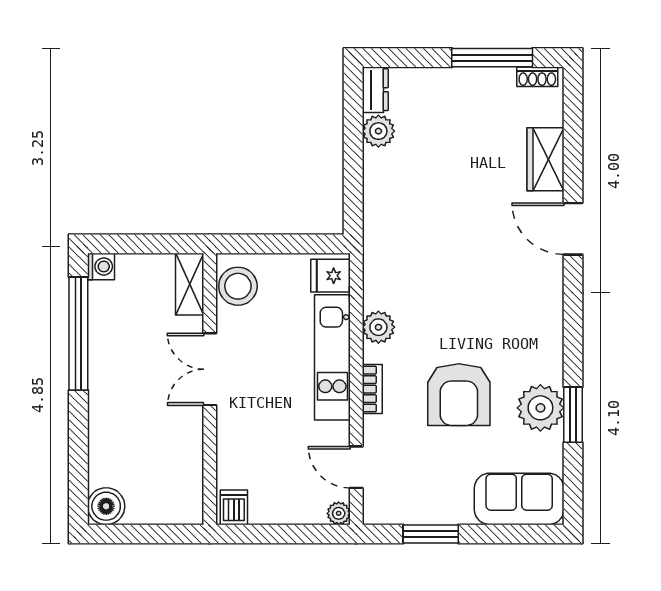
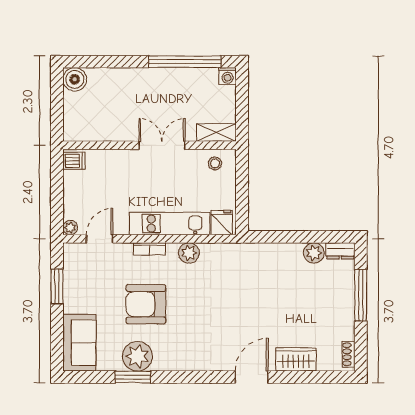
window: (492, 58) -> (361, 295), moved
stool: (238, 286) -> (215, 163), width x0.53, depth x0.53

